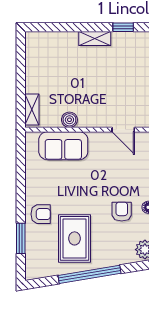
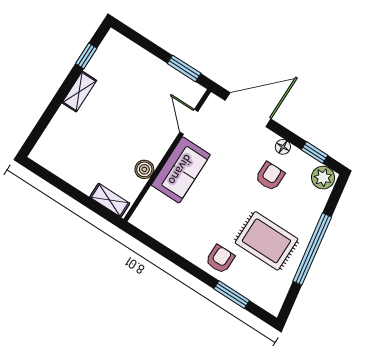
door: (123, 130) -> (189, 122), swing flipped
sofa: (63, 146) -> (181, 170), moved
armchair: (122, 212) -> (270, 176), turned 90

